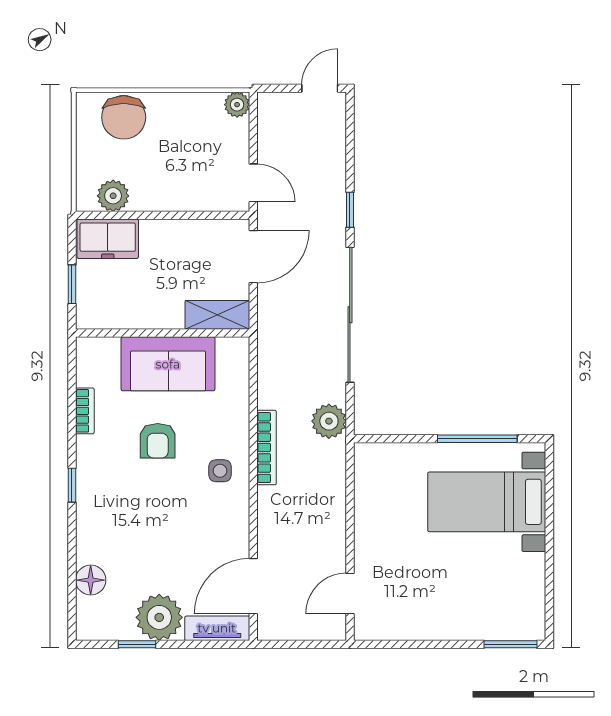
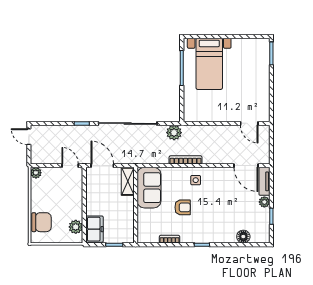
door: (253, 183) -> (70, 166), hinge flipped
sofa: (168, 364) -> (149, 188), moved
plant: (159, 617) -> (264, 202), width x0.53, depth x0.53

